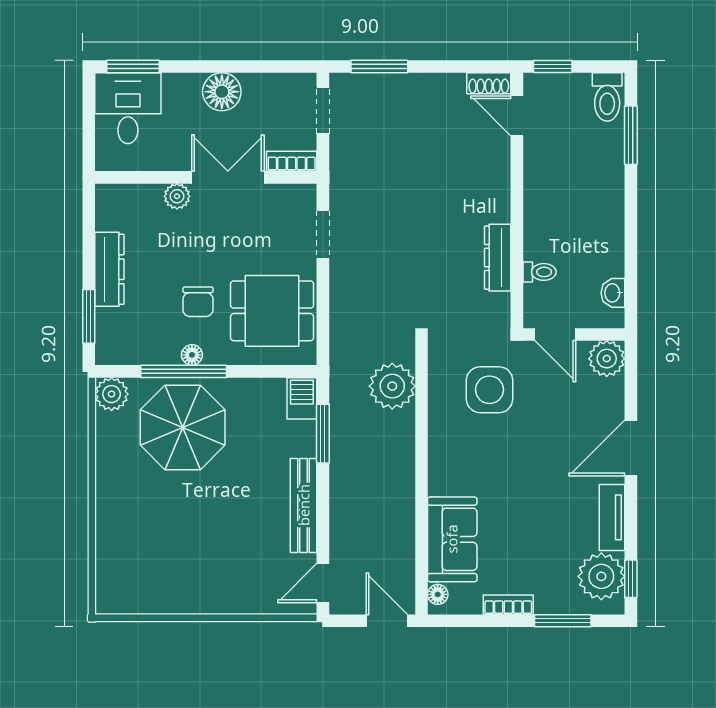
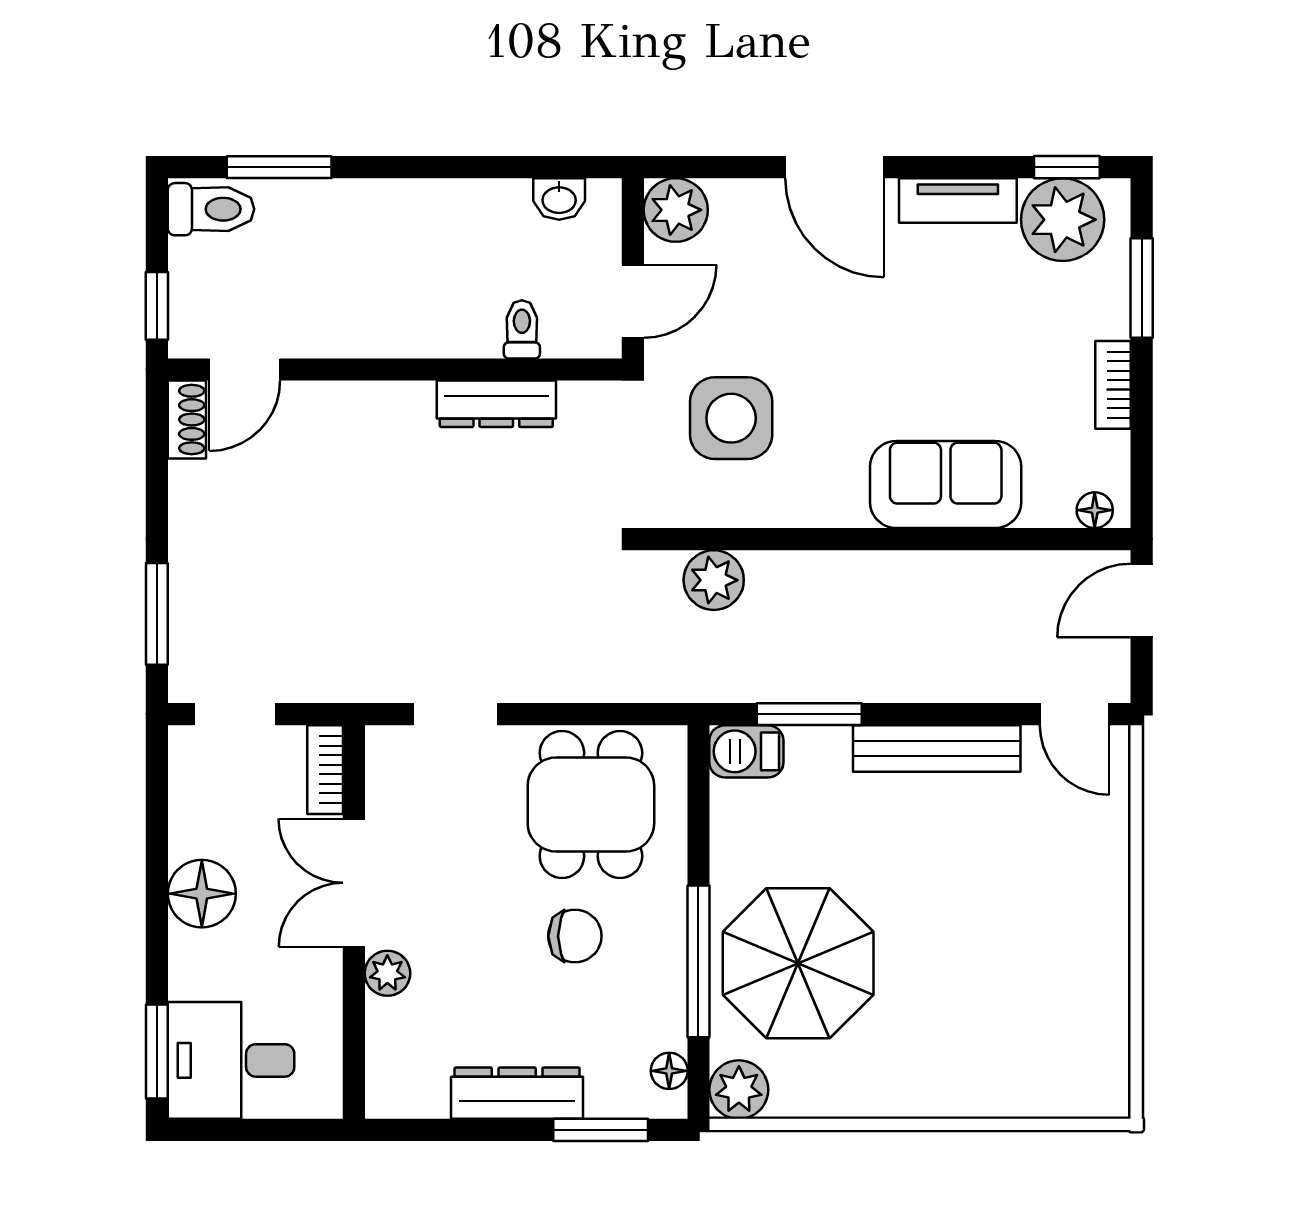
floor lamp: (192, 355) -> (669, 1071), moved
plant: (392, 386) -> (714, 580), width x0.73, depth x0.73
sofa: (452, 539) -> (946, 484), moved

